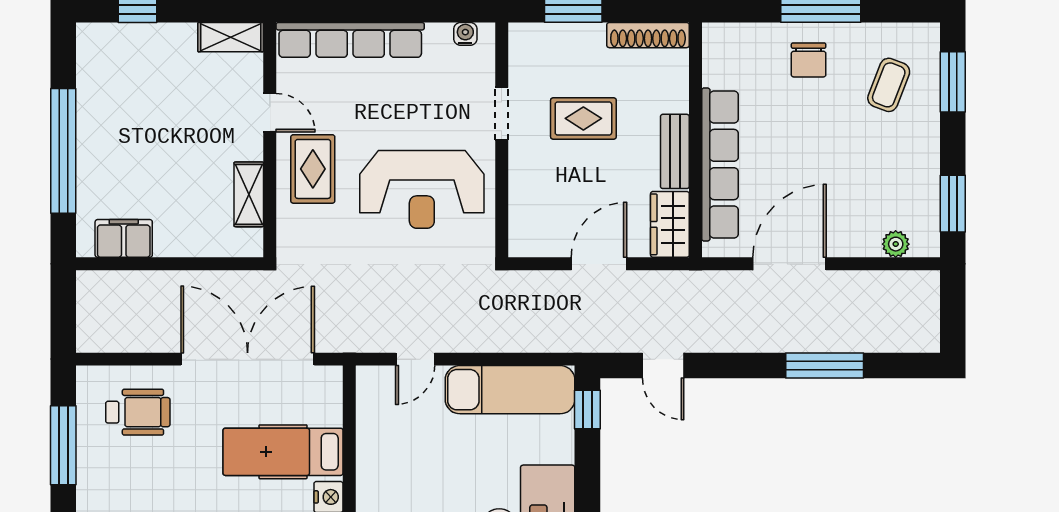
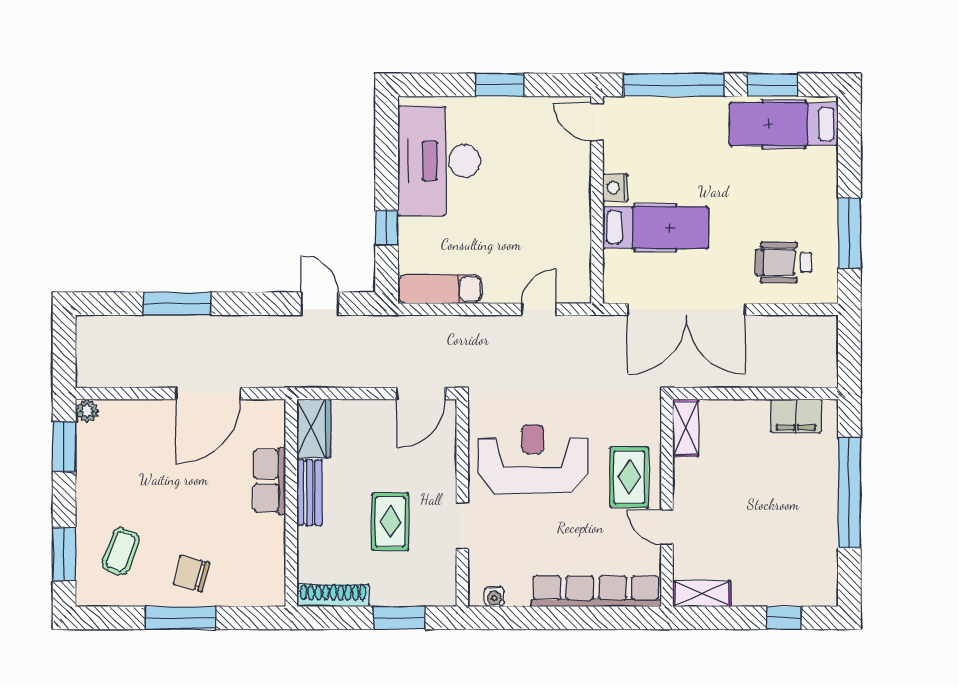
chair: (809, 60) -> (191, 573), turned -75
rug: (583, 118) -> (390, 522), turned 90
row of seats: (720, 165) -> (270, 481), width x0.50
shelving: (249, 194) -> (686, 428), moved
plant: (896, 244) -> (87, 411), moved
door: (599, 264) -> (421, 393), moved
exam couch: (510, 390) -> (440, 289), width x0.73, depth x0.69
window: (587, 410) -> (387, 228), moved

